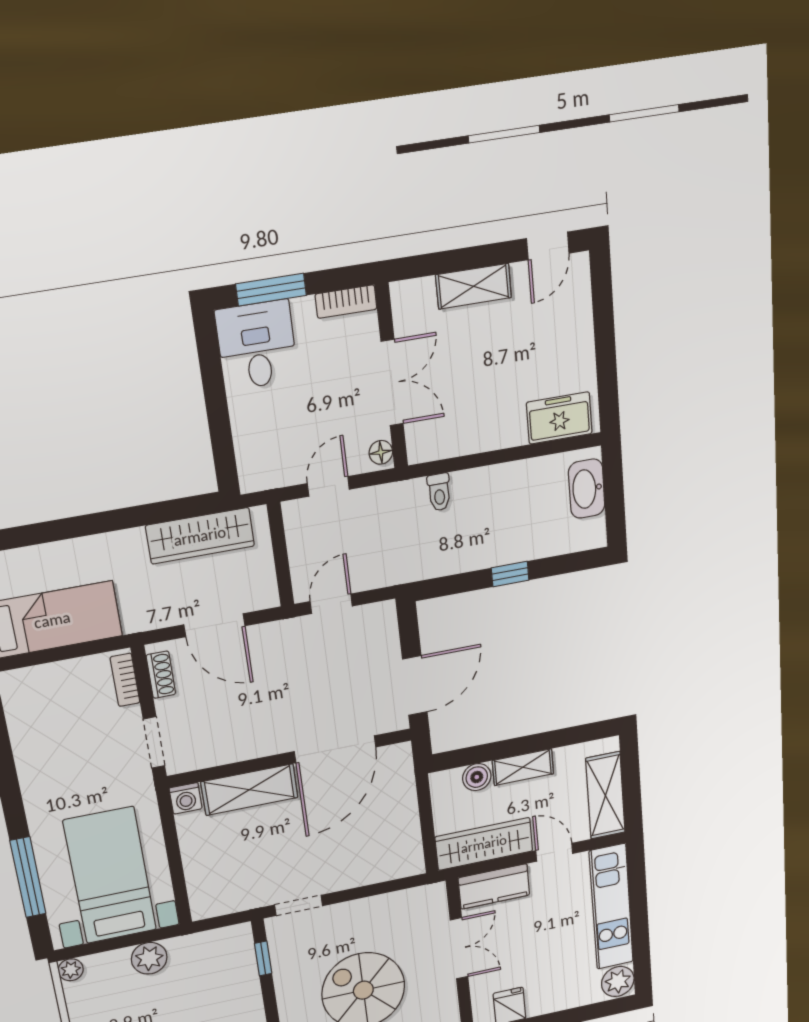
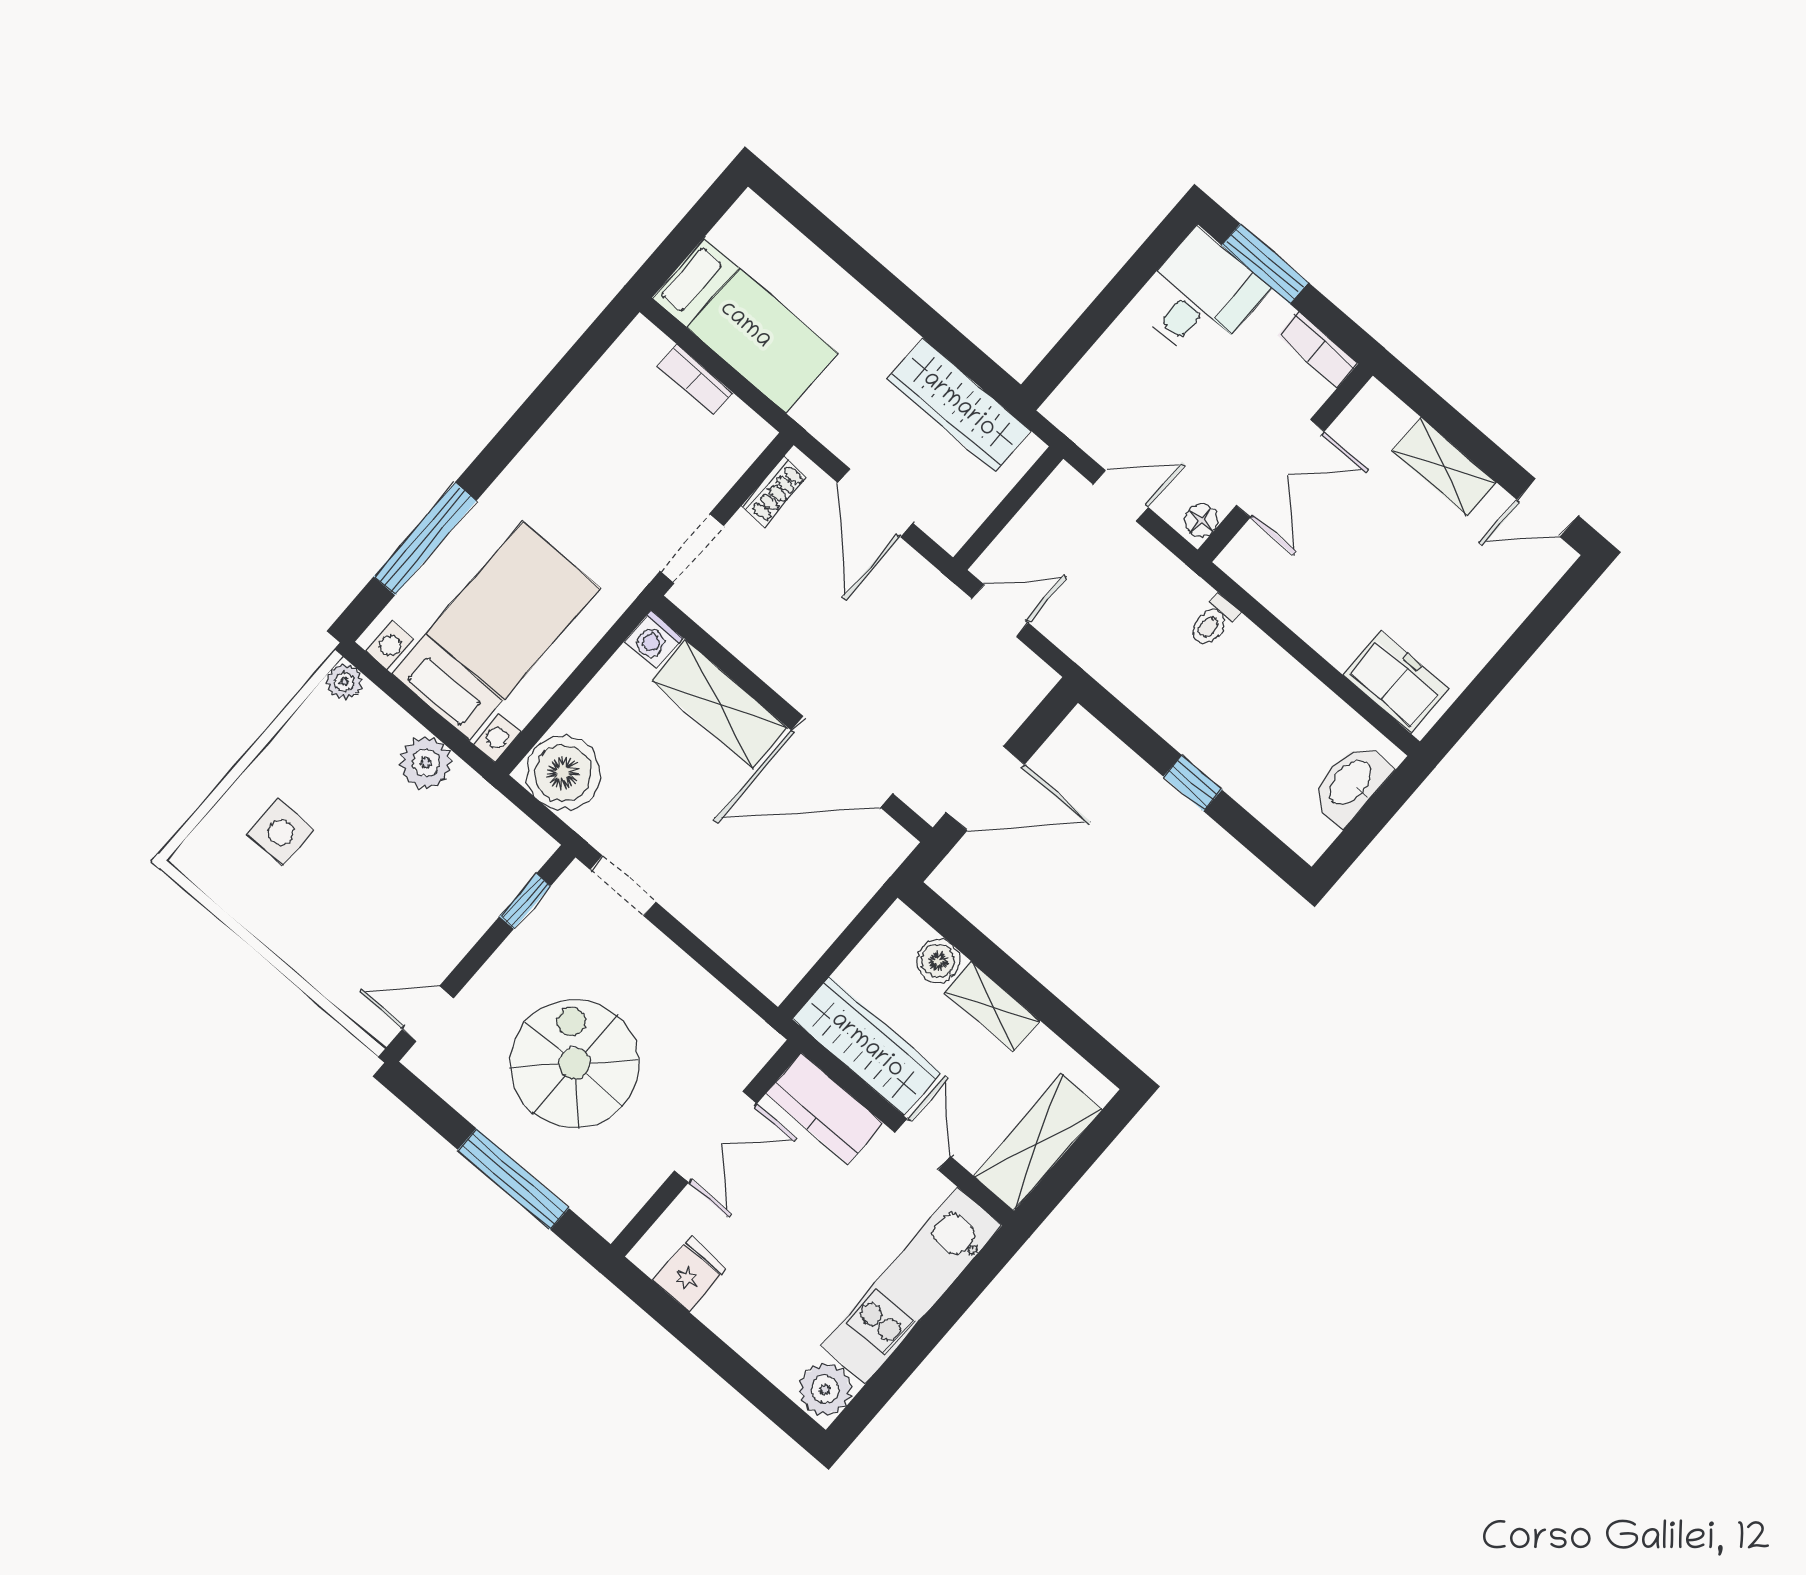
bookcase: (125, 680) -> (695, 380), moved, turned -90
boiler: (215, 894) -> (563, 773), added

